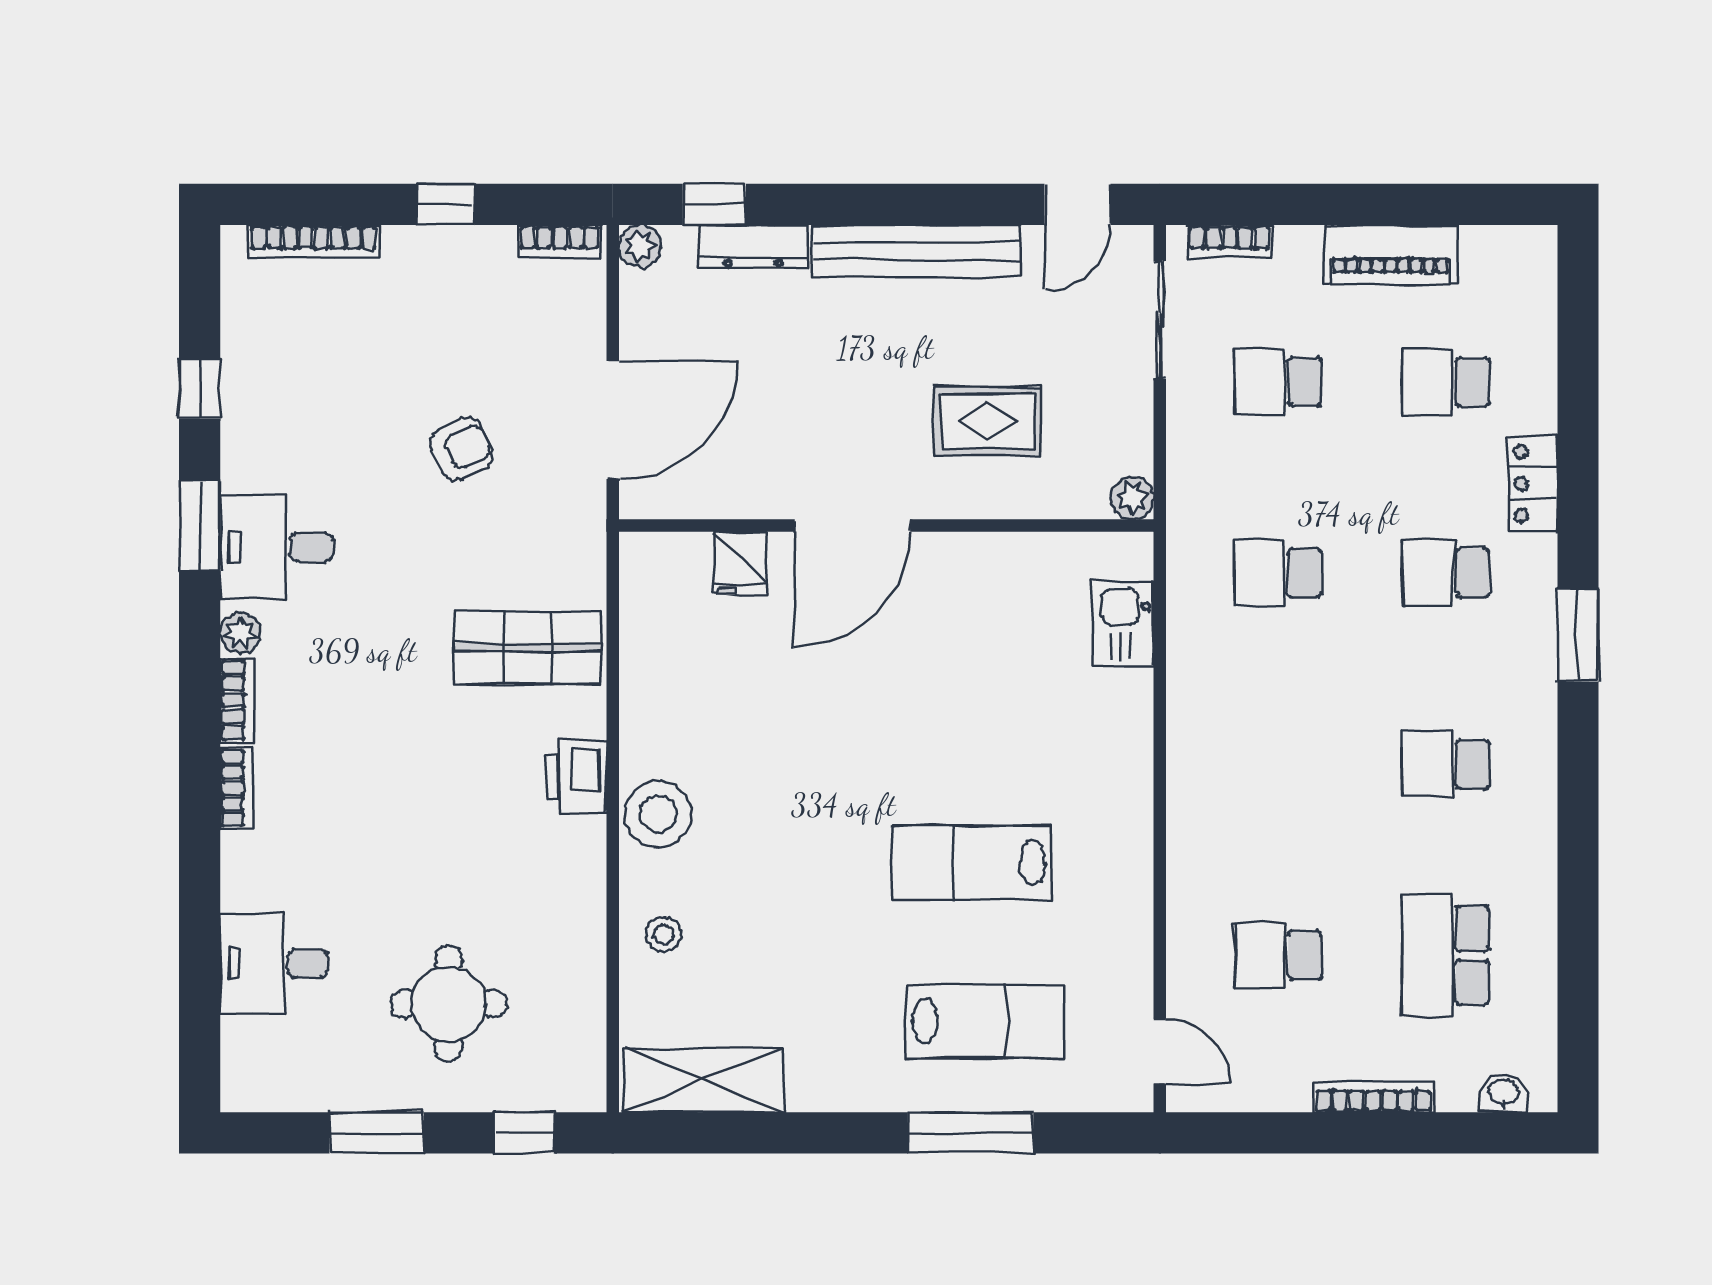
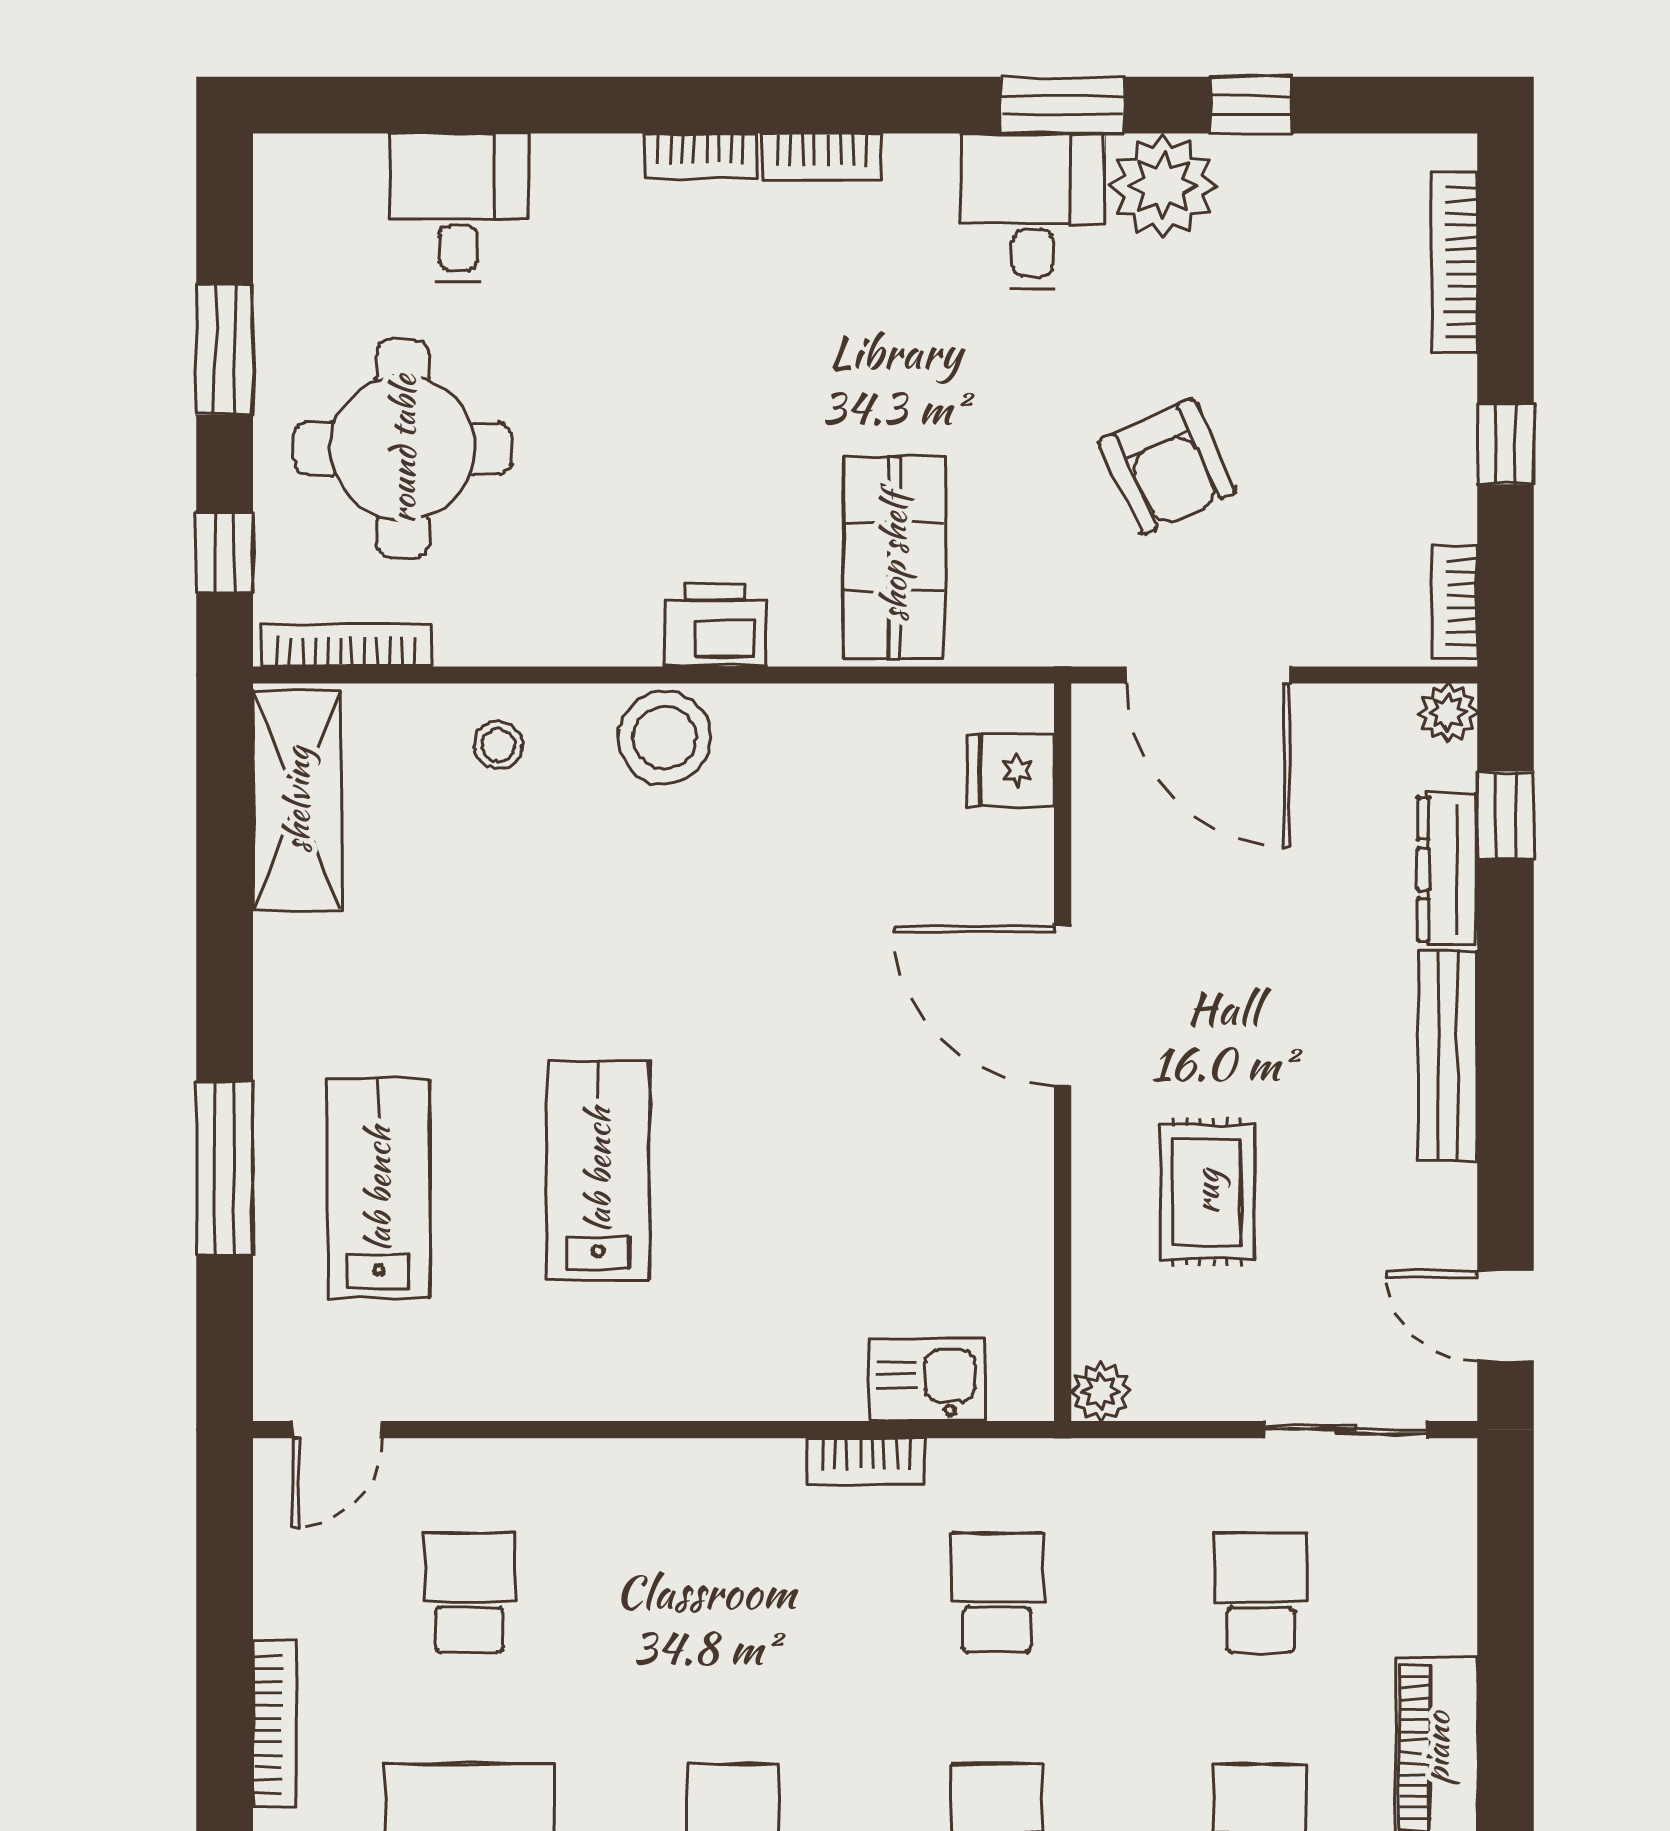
bookcase: (1229, 242) -> (866, 1461), moved, turned -90
bench: (917, 251) -> (1448, 1056), width x0.73, depth x0.82
armchair: (462, 449) -> (1167, 467), width x1.38, depth x1.38
fridge: (740, 563) -> (1011, 770), moved
plant: (240, 633) -> (1163, 186), moved, width x1.87, depth x1.87
round table: (449, 1004) -> (403, 449), width x1.36, depth x1.36
lab bench: (985, 1021) -> (378, 1189), turned 180
bookcase: (591, 1044) -> (347, 645), added

